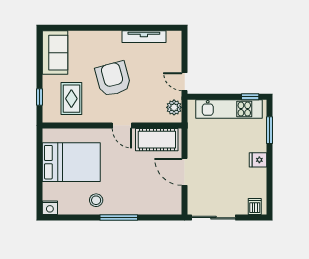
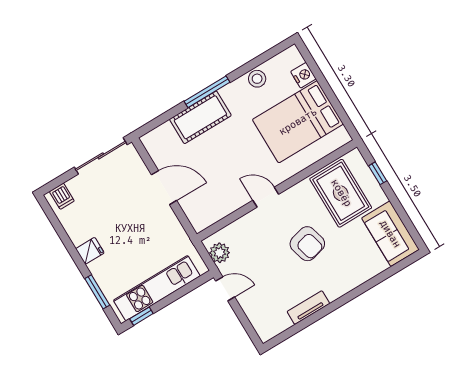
tv unit: (144, 37) -> (308, 308), width x0.71
armchair: (113, 79) -> (307, 244), width x0.73, depth x0.73
rug: (71, 99) -> (341, 193), width x1.36, depth x1.43
cot: (157, 140) -> (200, 117), moved
stool: (96, 200) -> (257, 79), moved
nightstand: (50, 208) -> (303, 75), moved, turned 90

